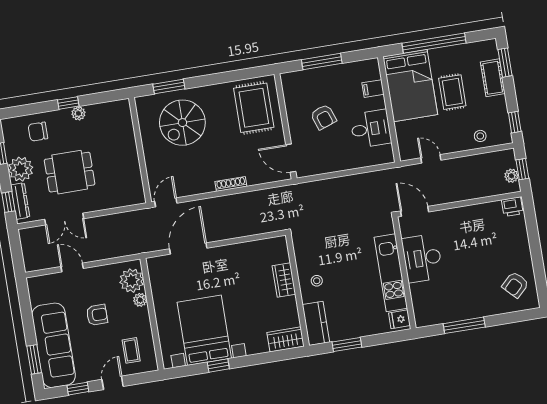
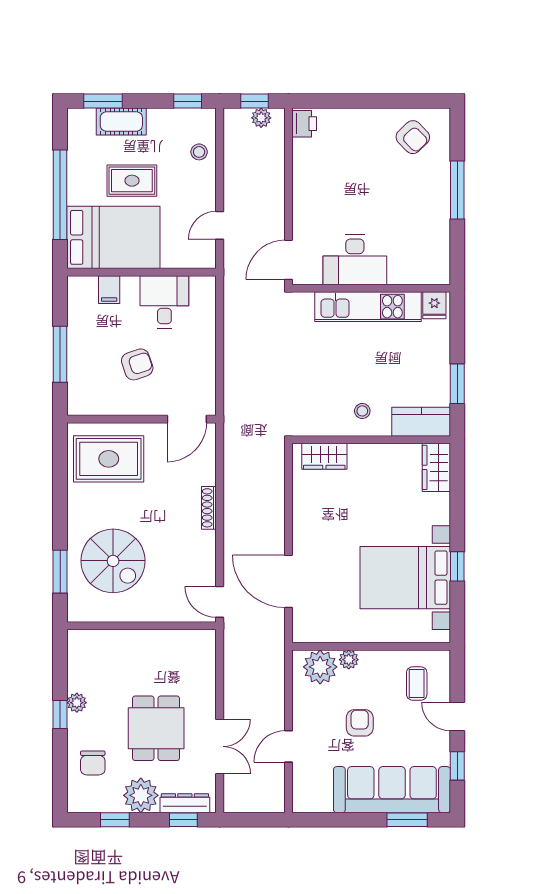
wardrobe: (284, 280) -> (324, 456), moved
window: (464, 325) -> (457, 190), moved
coffee table: (131, 350) -> (417, 684), turned 90

